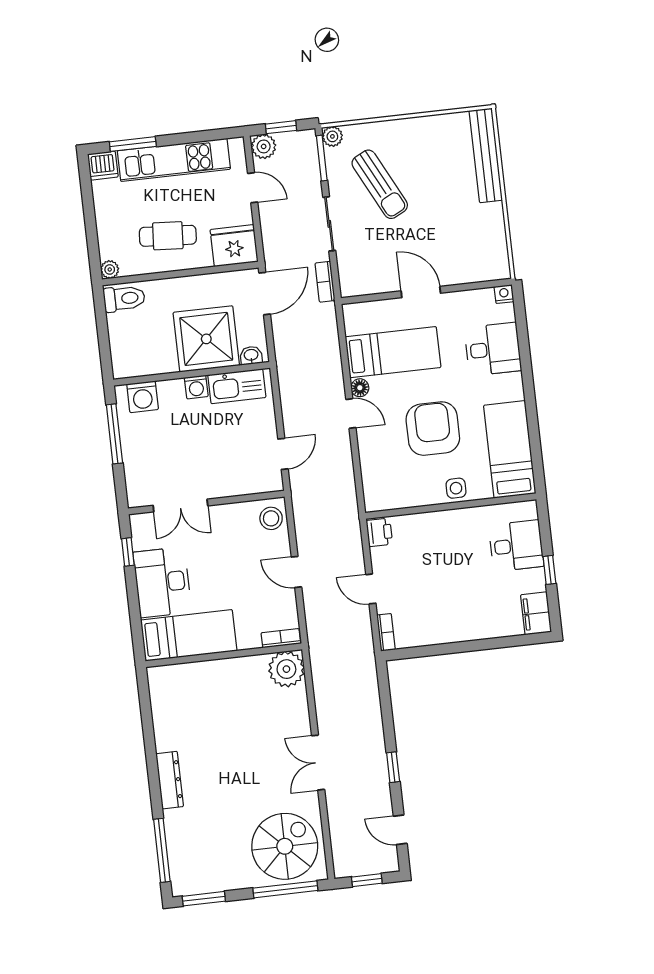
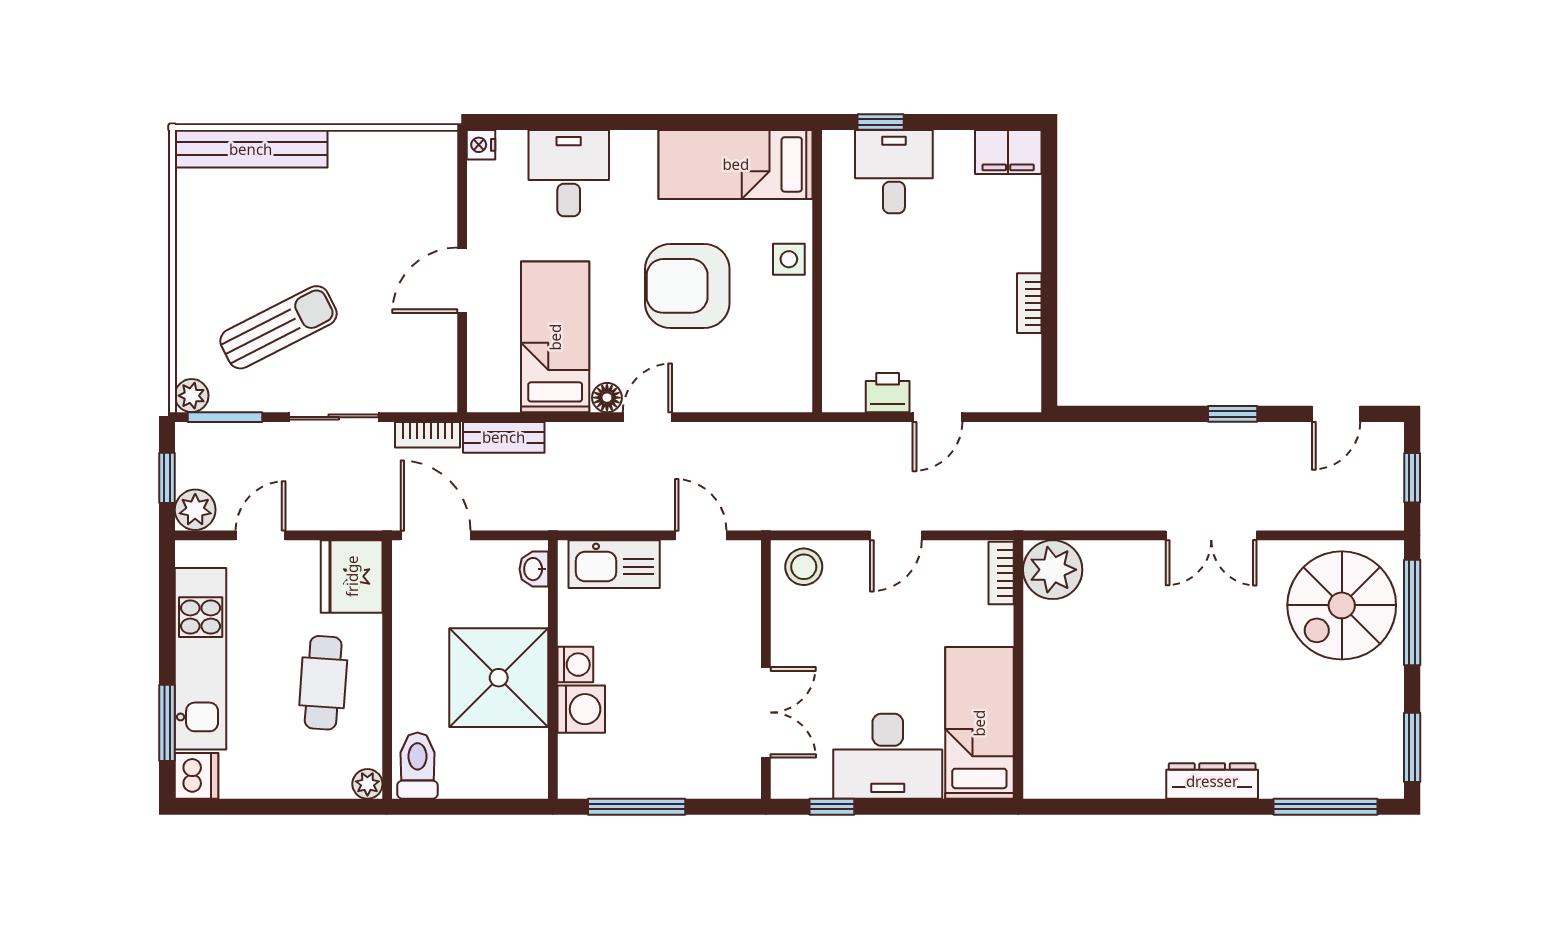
bench: (329, 328) -> (504, 437), added
shower: (206, 339) -> (499, 678), moved
kitchen sink: (237, 386) -> (614, 564), moved, turned 90
washing machine: (143, 397) -> (581, 709), moved
printer: (379, 532) -> (888, 393), moved
window: (549, 570) -> (881, 122), moved
bookcase: (386, 632) -> (1029, 303), moved, turned -90
spiral stairs: (285, 846) -> (1342, 605), turned -90

